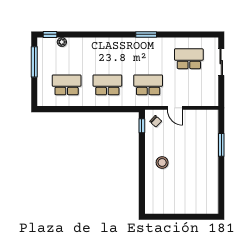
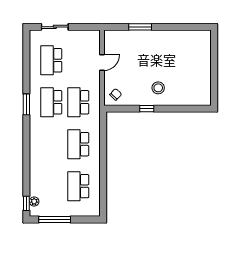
plant: (62, 42) -> (34, 201), moved
school desk: (148, 59) -> (51, 102), added
door: (175, 108) -> (102, 63), moved
window: (142, 126) -> (147, 109), moved

